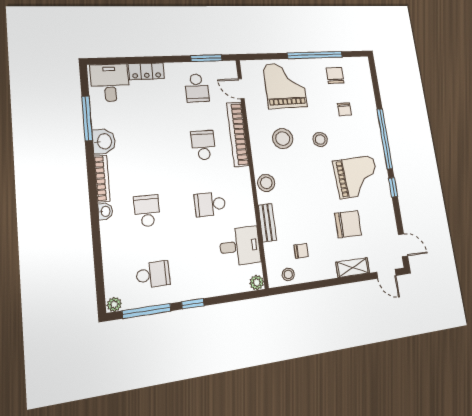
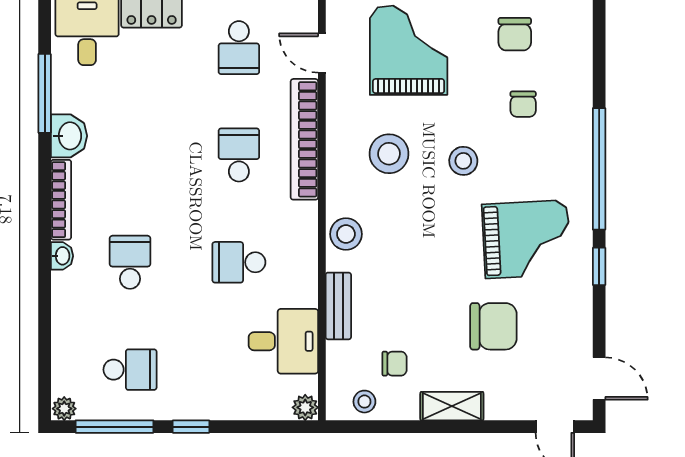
chair: (335, 75) -> (515, 34), turned 180
shelving: (353, 268) -> (452, 406), moved

